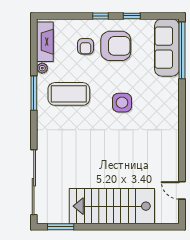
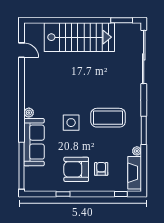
window: (100, 16) -> (121, 194), moved
sofa: (167, 48) -> (34, 142), moved
coffee table: (69, 94) -> (108, 118), moved
plant: (173, 115) -> (29, 113), added

